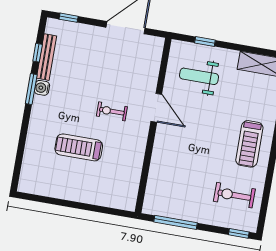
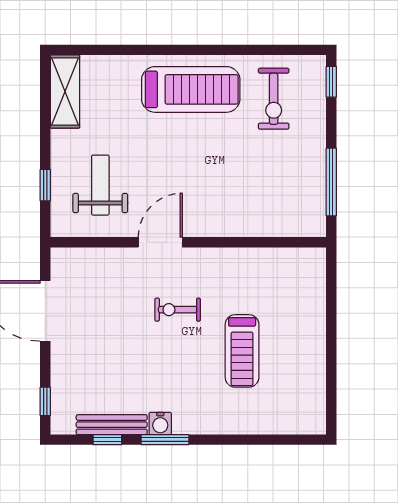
weight bench: (199, 76) -> (100, 185), turned 180
exercise bike: (112, 111) -> (178, 310), turned 90
treadmill: (249, 144) -> (191, 89), width x1.37, depth x1.38

